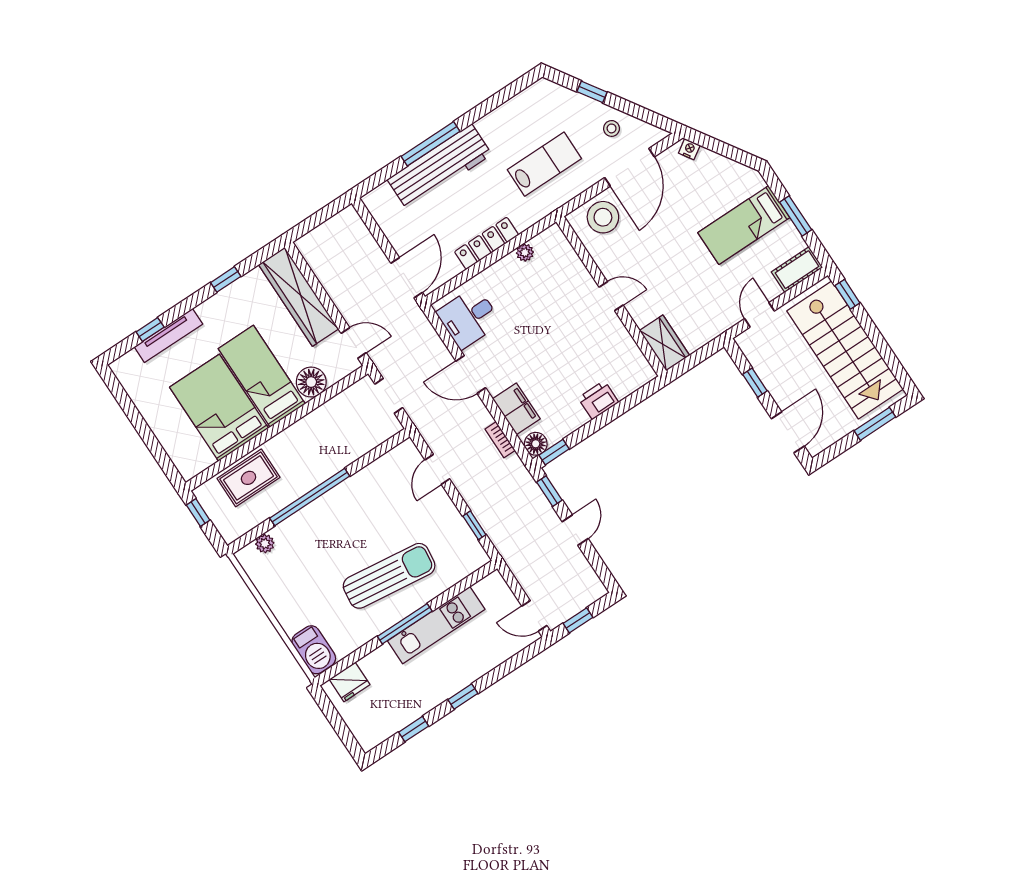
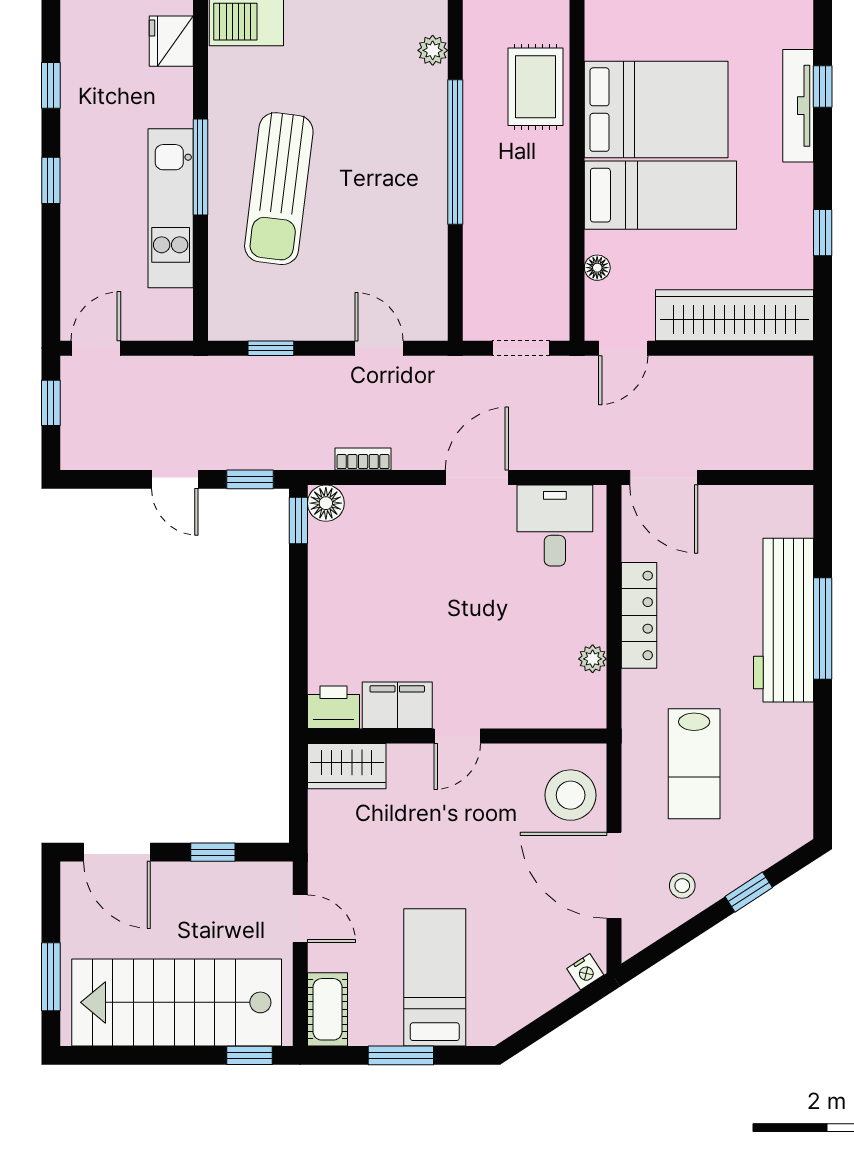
floor lamp: (311, 382) -> (597, 268), width x0.53, depth x0.53
printer: (598, 400) -> (333, 707), moved, turned -90
filing cabinet: (516, 409) -> (397, 705), moved, turned 180

